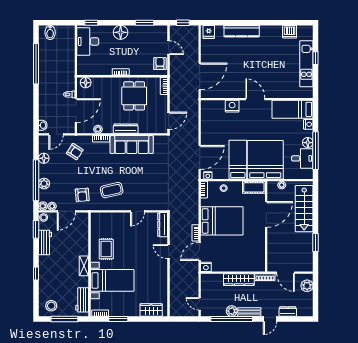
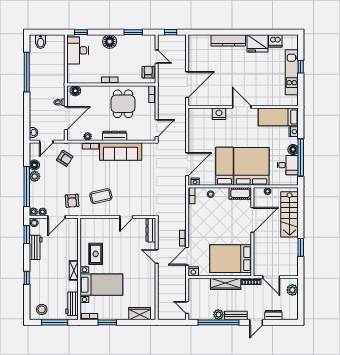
fridge: (209, 32) -> (257, 43), moved, width x1.88, depth x1.34
plant: (44, 184) -> (35, 176), moved
bed: (222, 221) -> (231, 259), moved, turned 180

